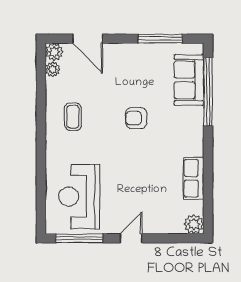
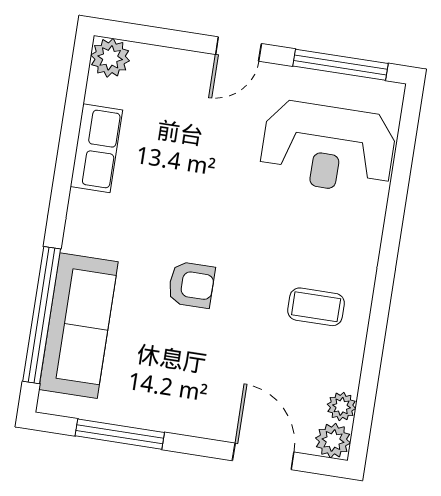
sofa: (189, 80) -> (79, 326), width x1.36
coffee table: (73, 117) -> (316, 307), turned 90
reception desk: (79, 197) -> (328, 147), turned 90

